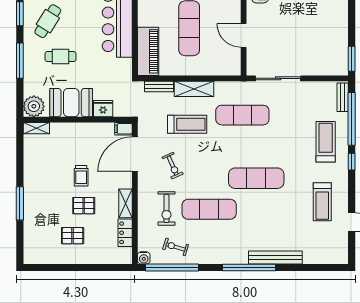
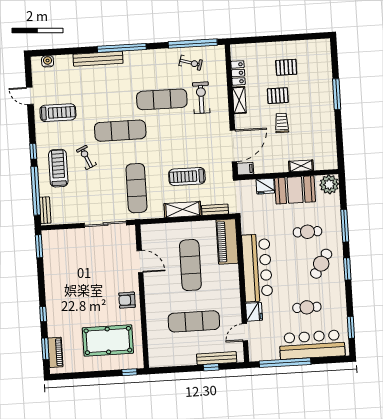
exercise mat: (242, 115) -> (136, 188), turned 90
shelving: (36, 128) -> (301, 166), moved
treadmill: (326, 142) -> (58, 168), turned 180
exercise bike: (173, 166) -> (86, 157), moved
treadmill: (322, 202) -> (58, 113), turned 90
water cooler: (144, 258) -> (48, 61), moved

